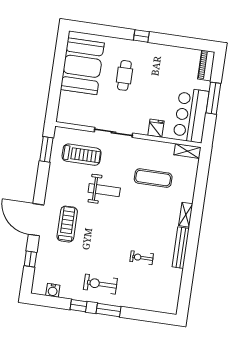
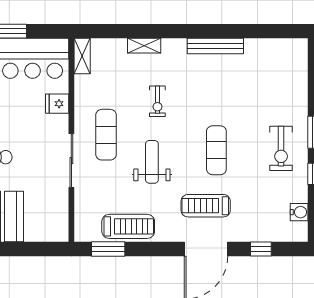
treadmill: (82, 155) -> (128, 226), moved, turned 90
exercise mat: (153, 178) -> (106, 135), moved
shelving: (186, 215) -> (144, 46), moved
exercise mat: (106, 238) -> (216, 150), added
exercise bike: (142, 258) -> (157, 101), moved

